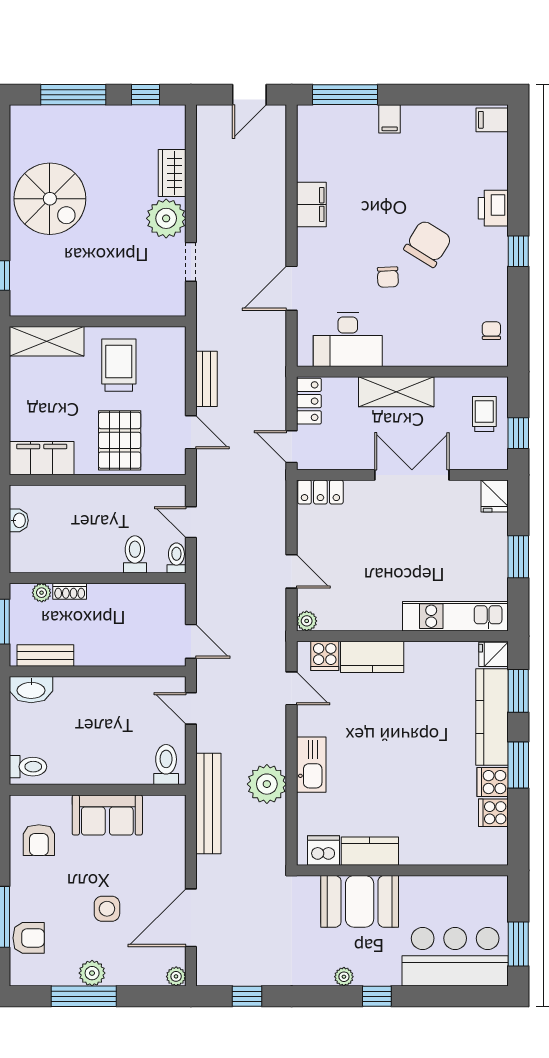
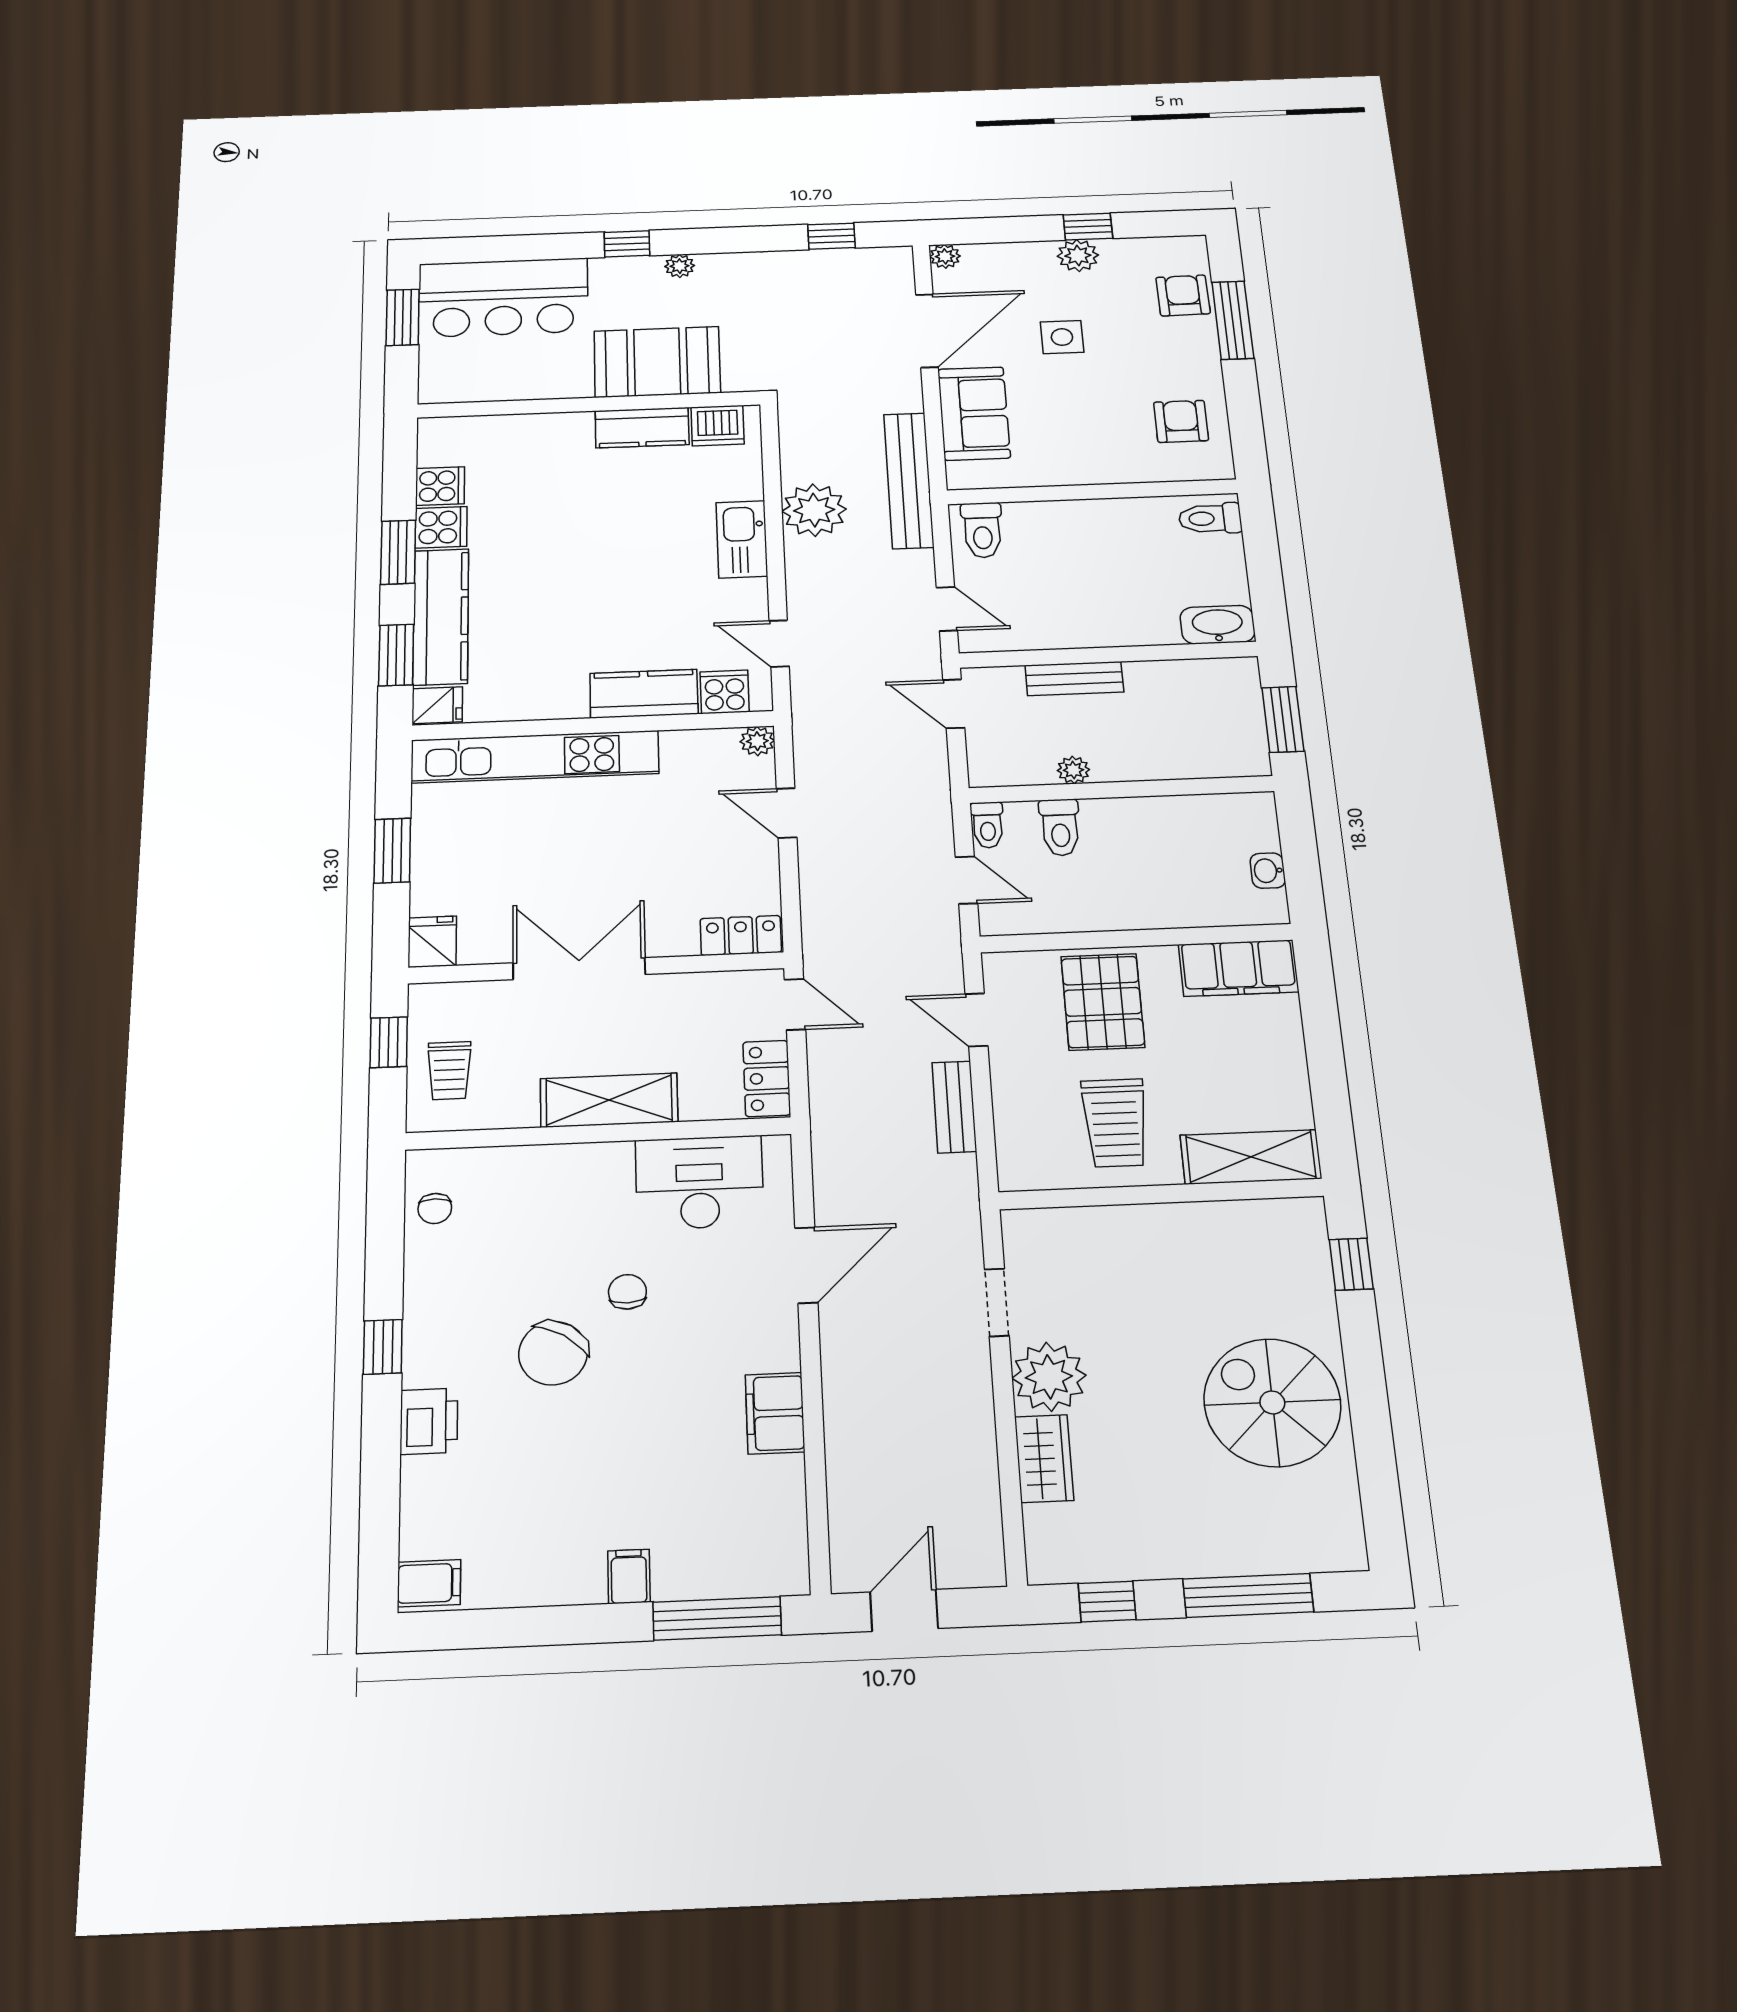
double door: (412, 475) -> (579, 969), swing flipped
shoe rack: (70, 591) -> (1168, 768), removed
plant: (42, 593) -> (1073, 770), moved
kitchen unit: (455, 616) -> (535, 757), width x1.36
bench: (45, 656) -> (1074, 679), moved
sofa: (107, 815) -> (974, 413), moved, turned 90
armchair: (29, 938) -> (1183, 295), turned 89
window: (84, 996) -> (1088, 227), width x0.46

